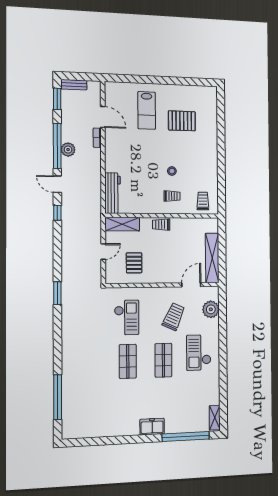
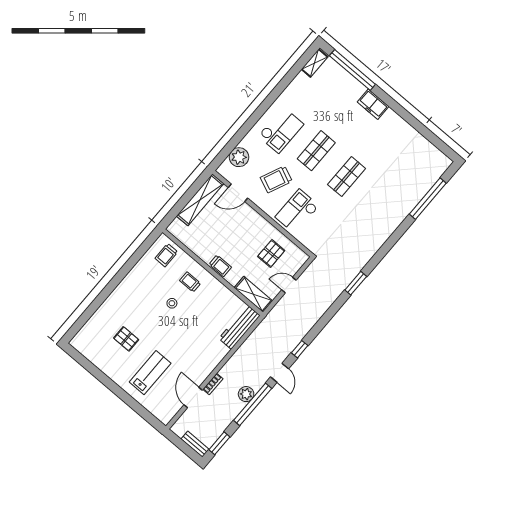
pallet: (182, 121) -> (126, 339), width x0.67, depth x0.71
checkout: (127, 317) -> (297, 211), moved

